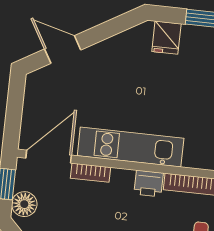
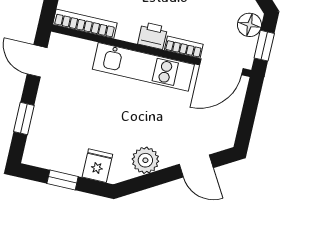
plant: (117, 49) -> (145, 160), added
printer: (149, 184) -> (153, 36), moved

